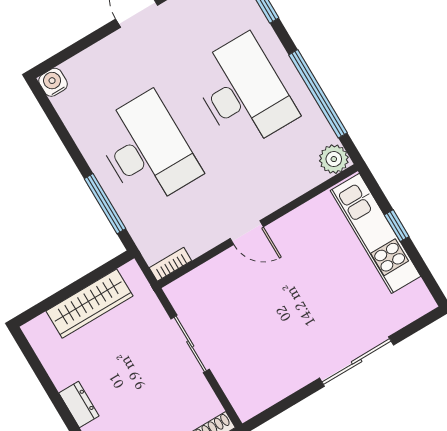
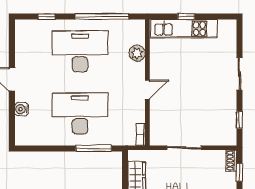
water cooler: (53, 82) -> (22, 109), moved
plant: (334, 159) -> (137, 53), moved
sliding door: (357, 362) -> (239, 74), width x0.73
window: (285, 404) -> (239, 120), added

